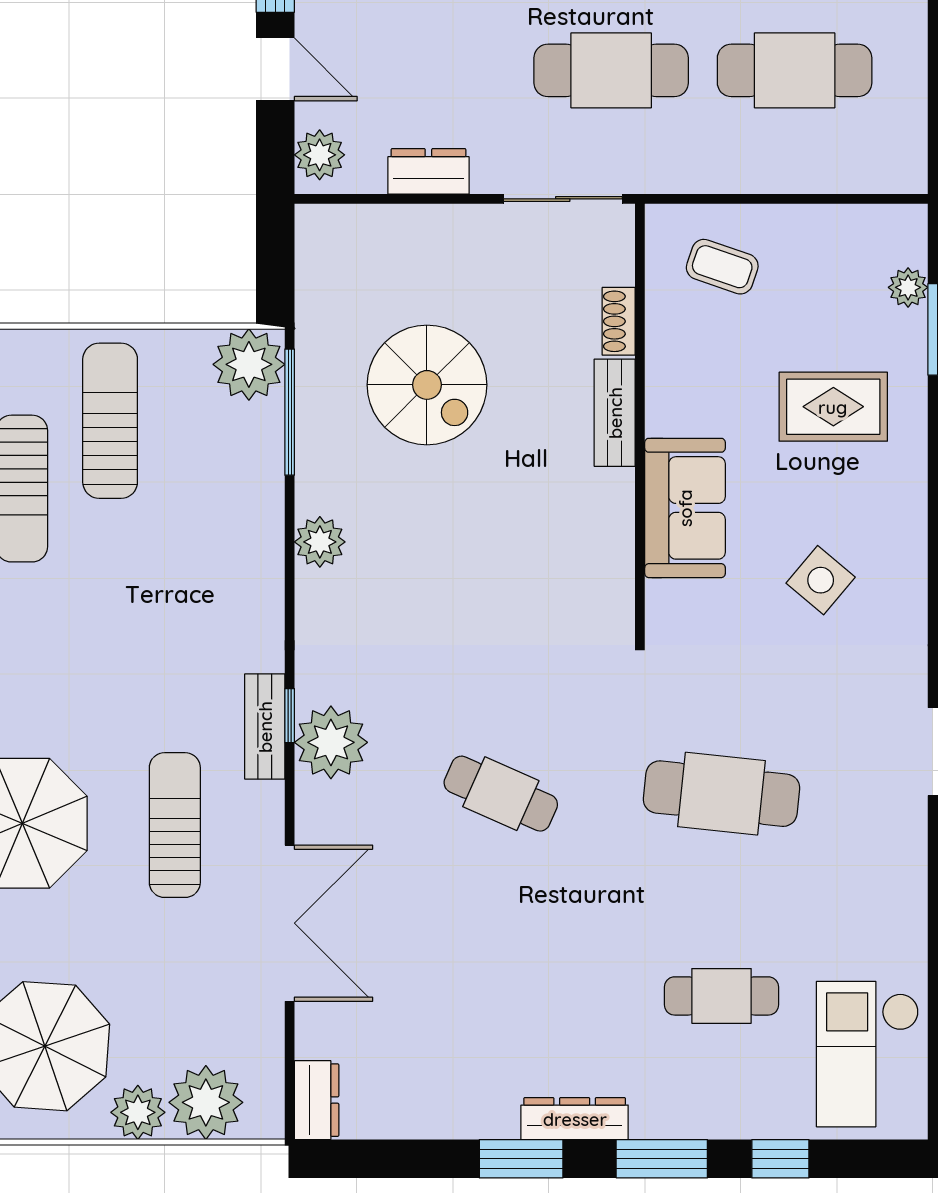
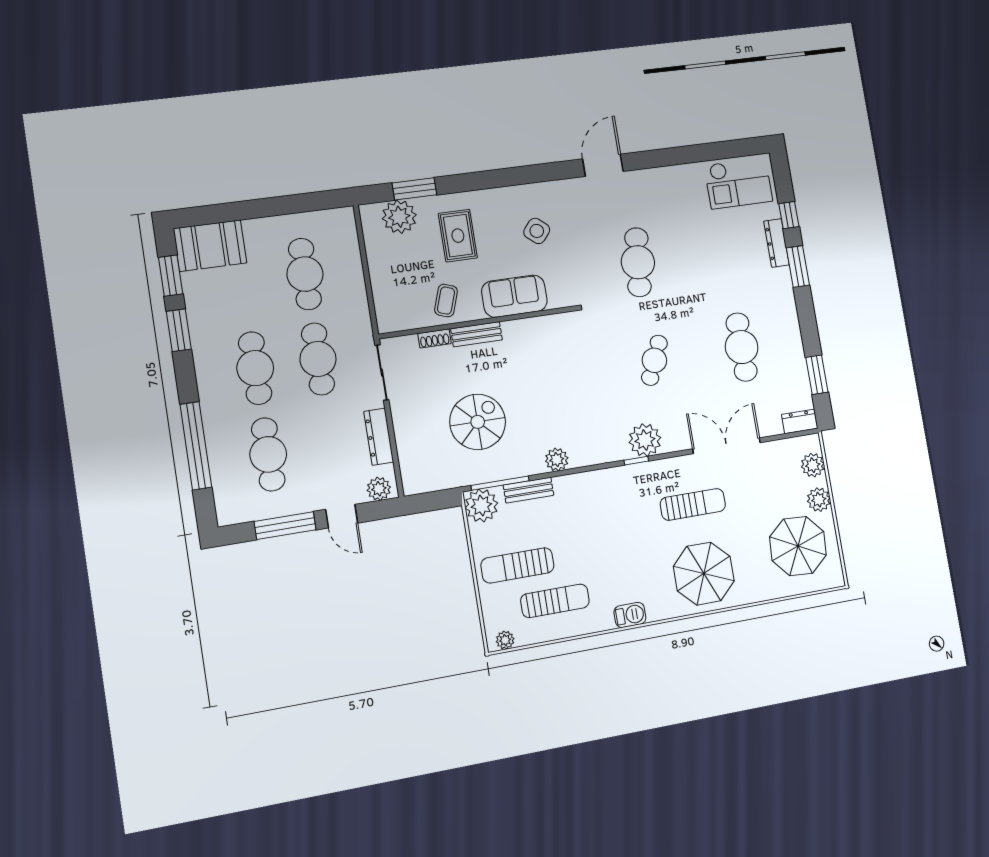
door: (275, 69) -> (342, 516), swing flipped
dresser: (428, 171) -> (379, 437), width x1.44
coffee table: (722, 267) -> (446, 301), moved
plant: (908, 287) -> (399, 217), width x1.87, depth x1.87
bench: (265, 727) -> (528, 490), moved
sun lounger: (175, 825) -> (693, 504), turned 180
cafe table: (721, 996) -> (742, 347), moved, width x1.37, depth x1.35
plant: (206, 1102) -> (813, 465), width x0.73, depth x0.73
dresser: (575, 1119) -> (777, 243), moved
window: (521, 1159) -> (817, 375), moved

